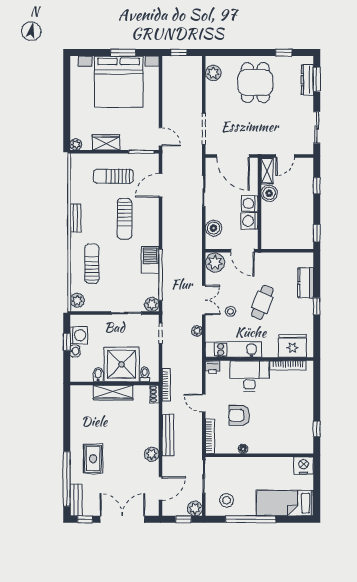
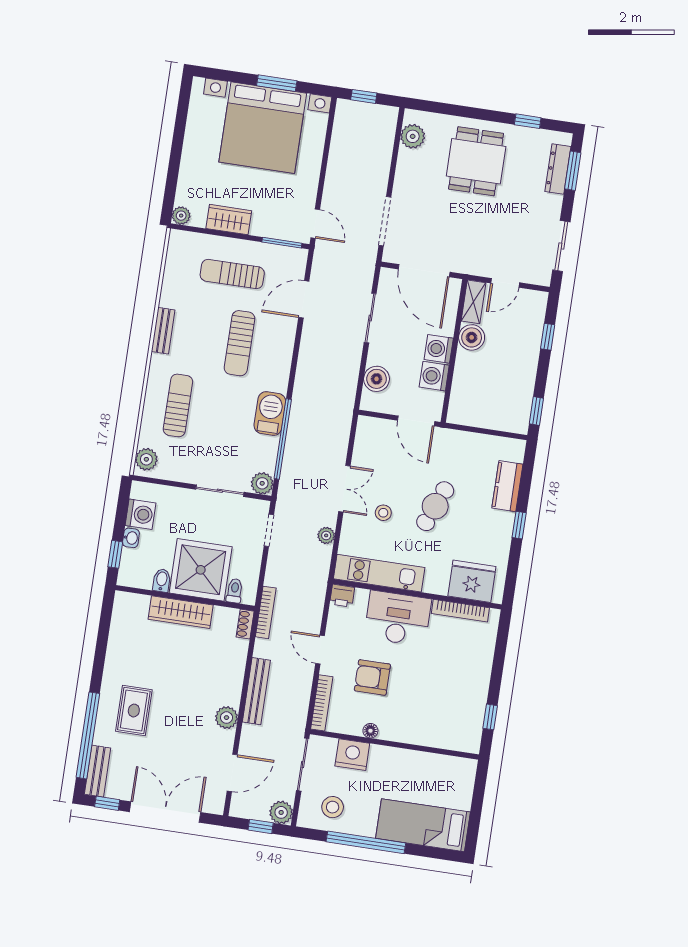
plant: (215, 263) -> (371, 433), removed
window: (67, 342) -> (115, 554), moved
nightstand: (303, 466) -> (352, 755), moved

